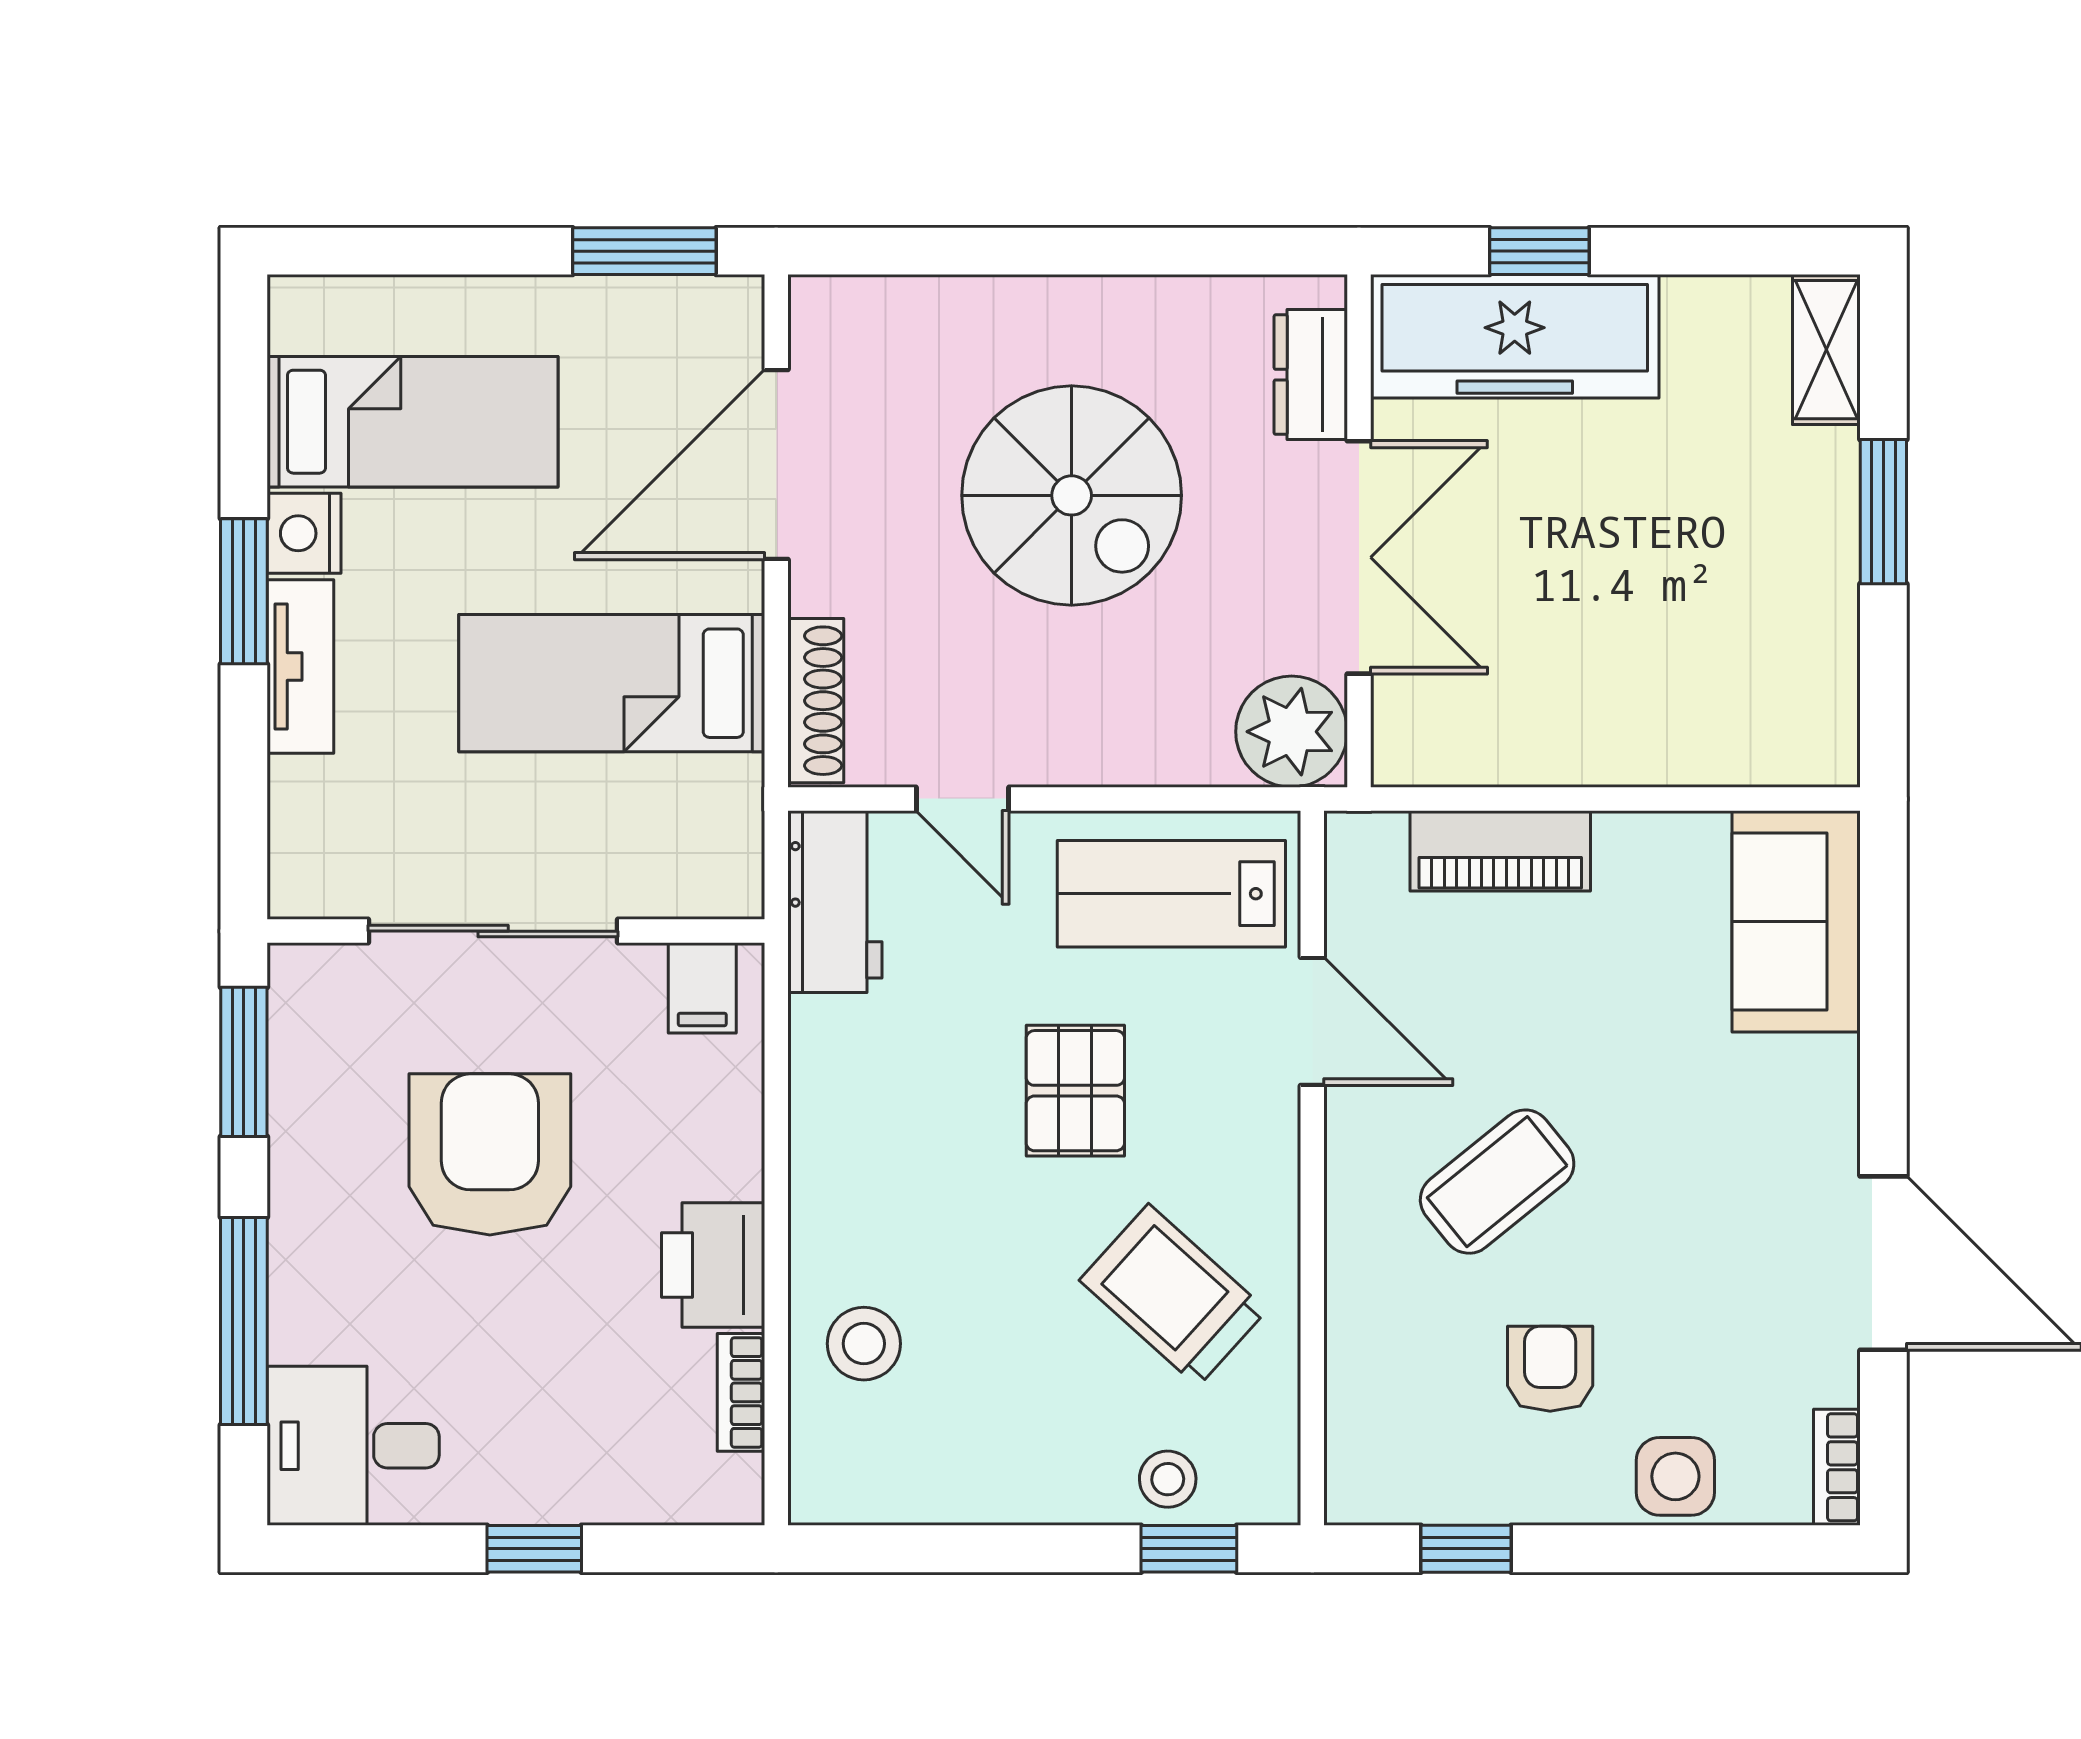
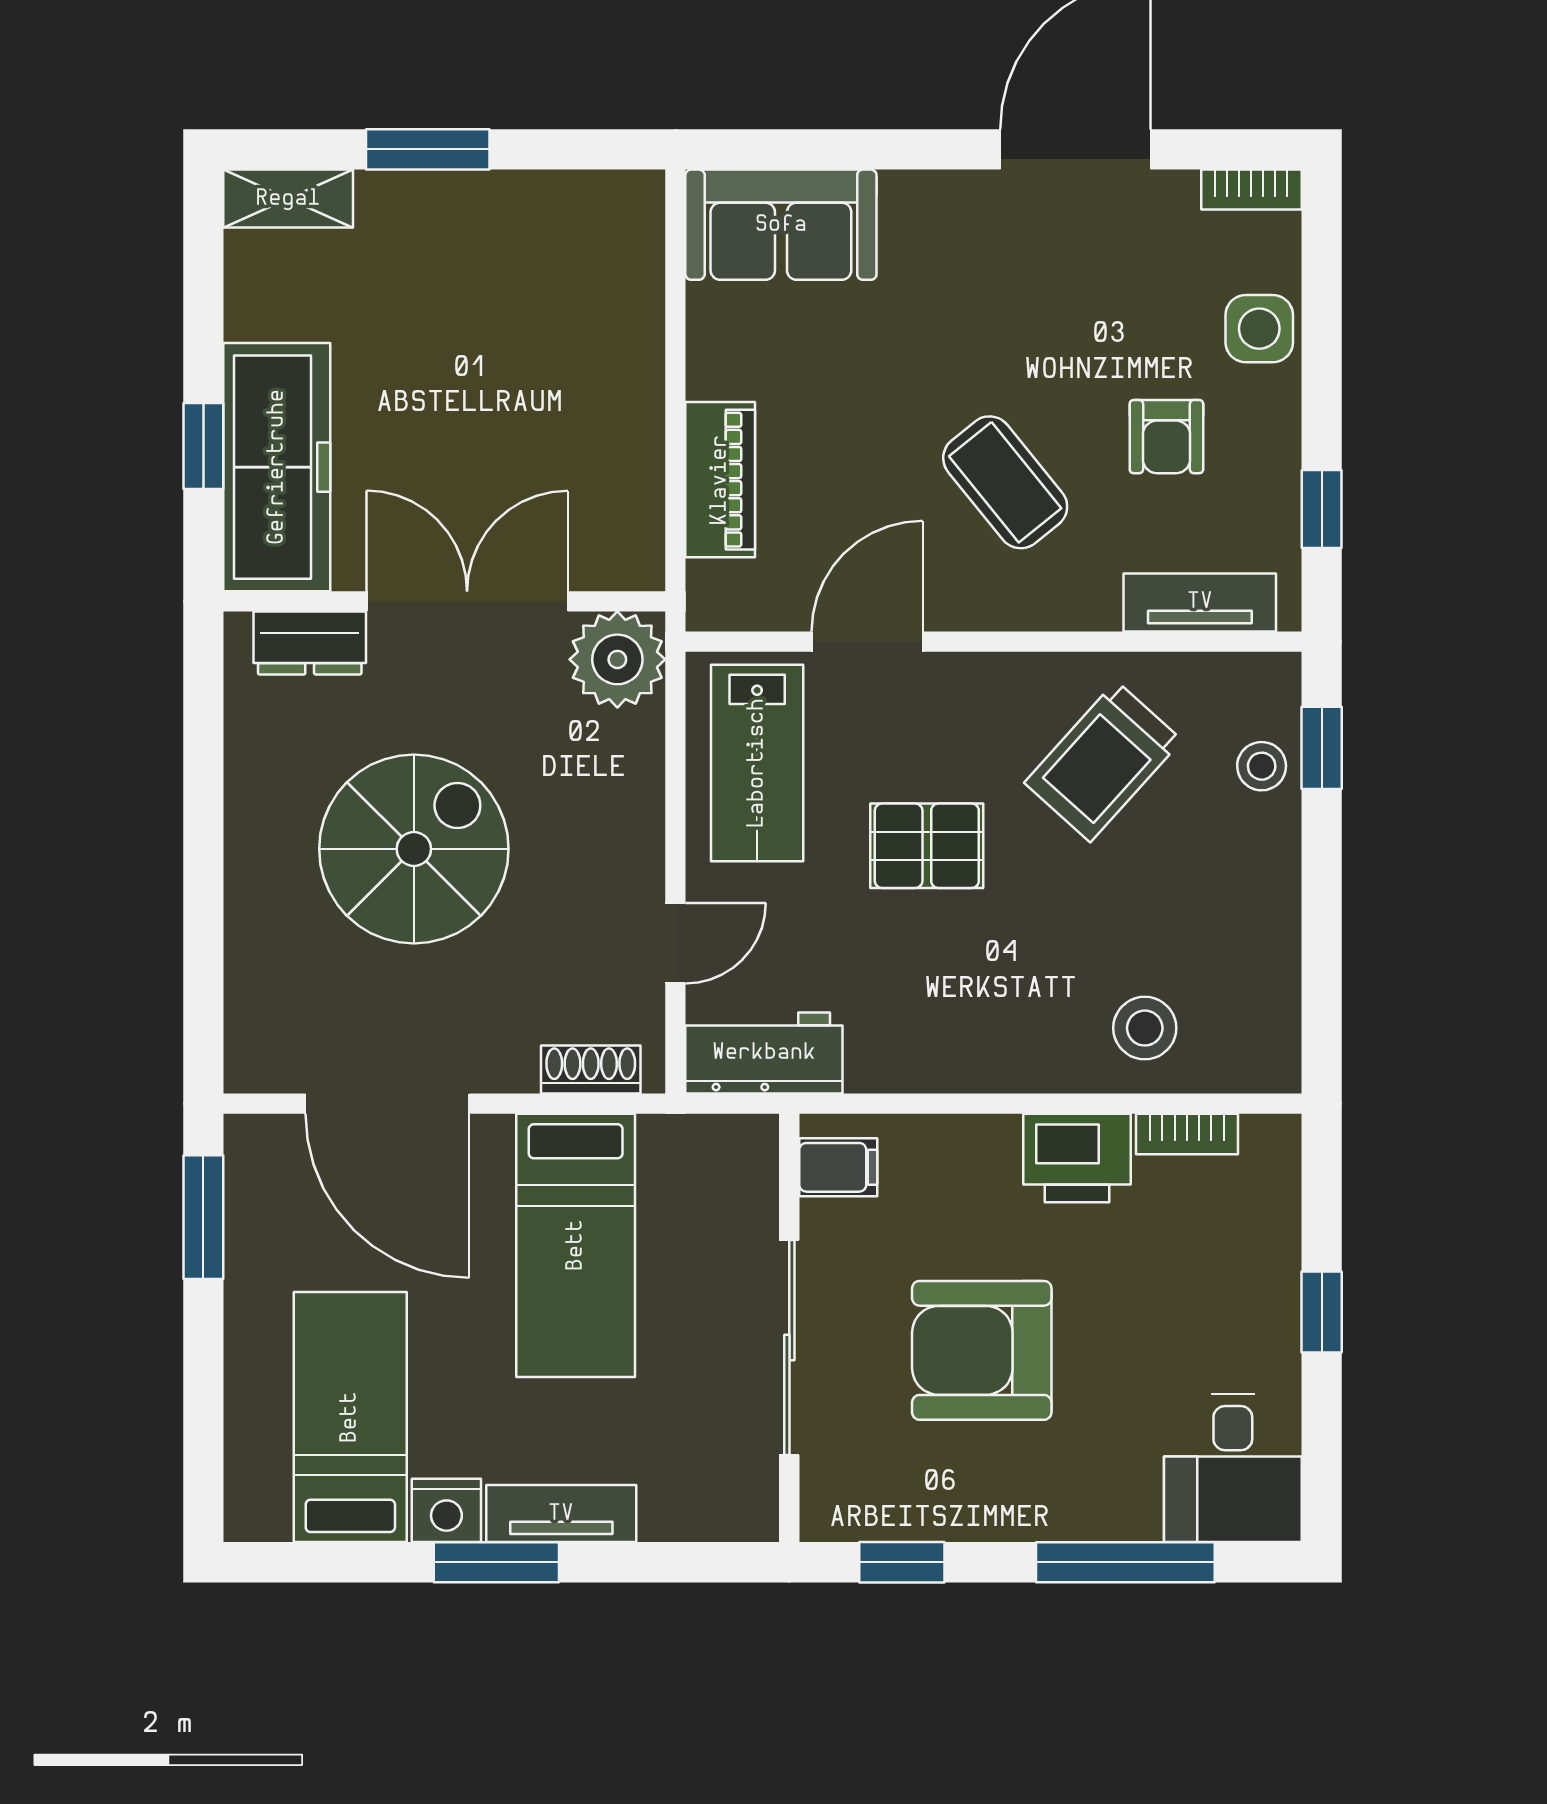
shoe rack: (816, 701) -> (591, 1069), width x0.70
window: (244, 1062) -> (902, 1562), width x0.67
armchair: (1550, 1369) -> (1166, 437), turned -90
tv unit: (1358, 1407) -> (1200, 602), added

